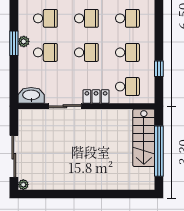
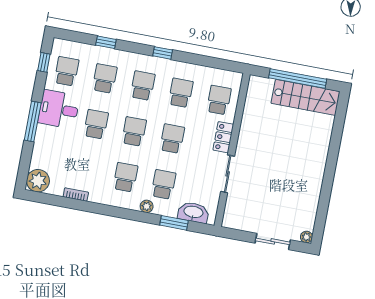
window: (14, 43) -> (174, 223), moved
window: (159, 69) -> (163, 53), moved
washbasin: (31, 95) -> (193, 212), moved, turned 90
stairs: (144, 138) -> (305, 97), moved
sliding door: (14, 156) -> (273, 241), width x0.73

